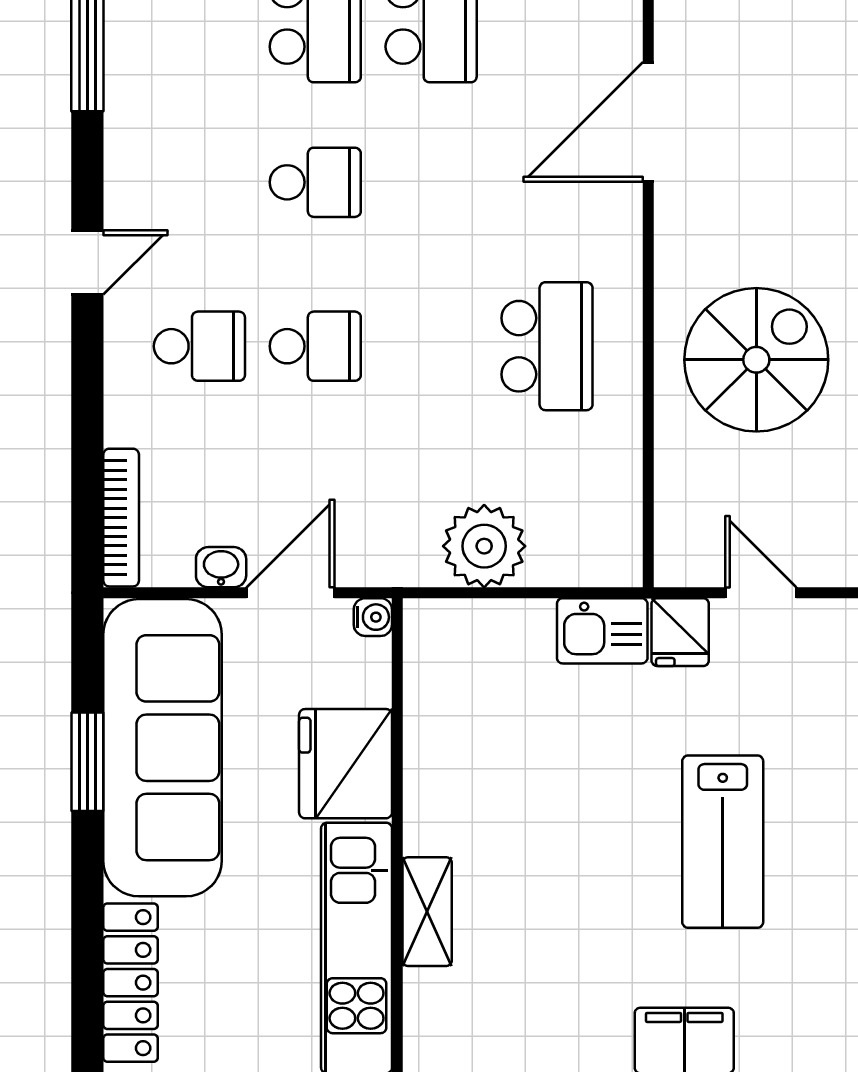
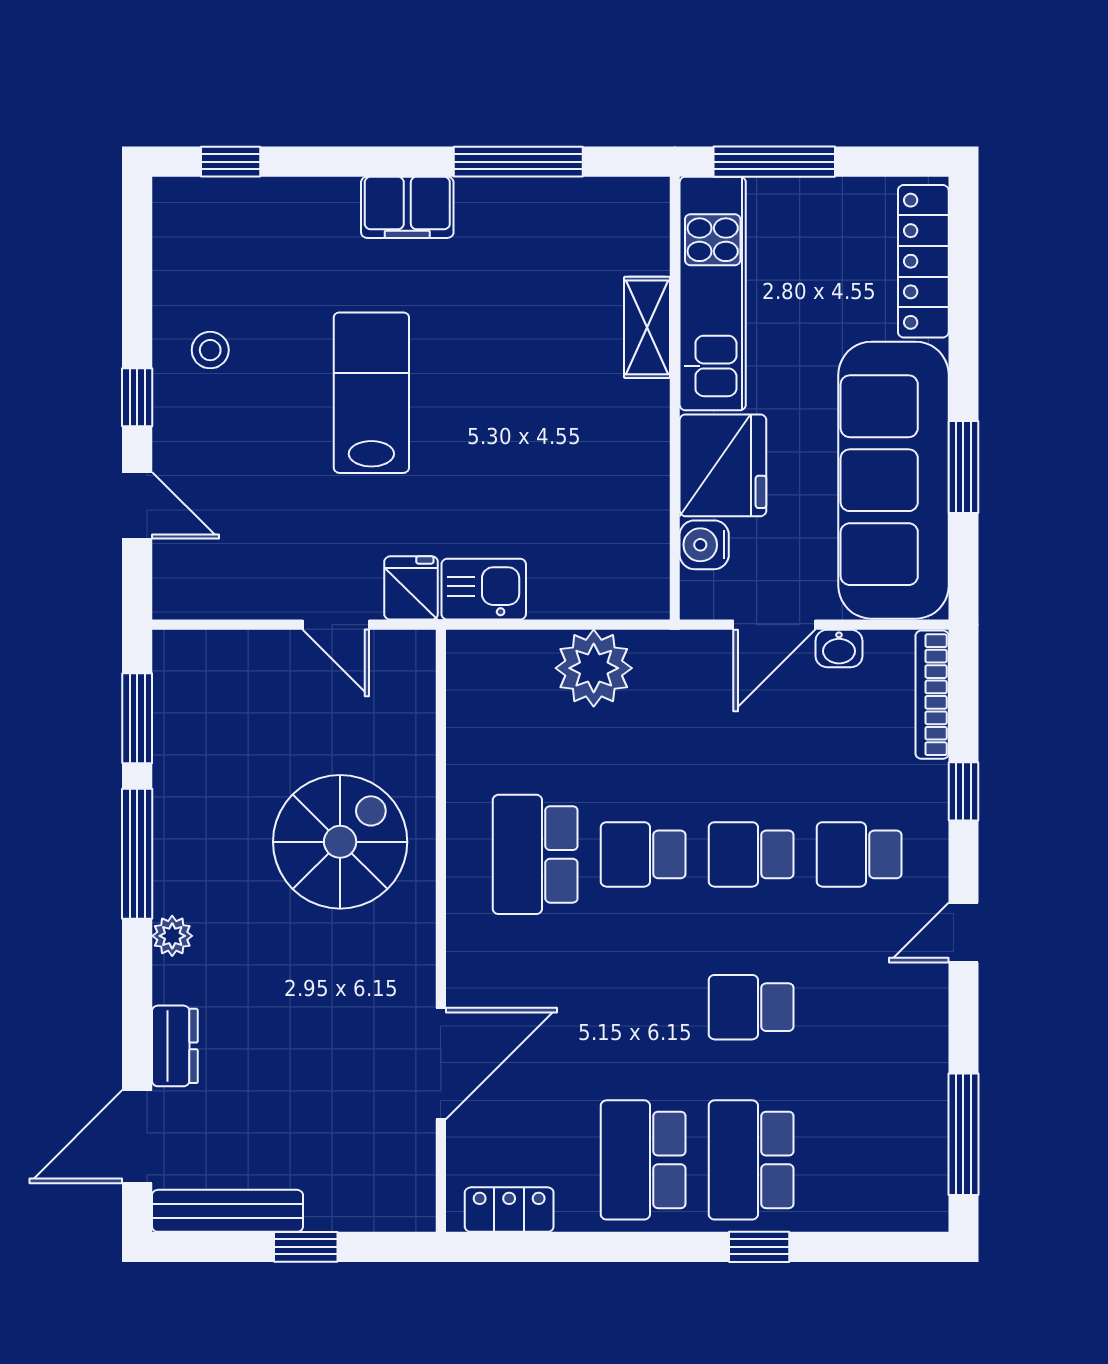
school desk: (431, 346) -> (643, 854), added
spiral stairs: (756, 360) -> (340, 842), turned 180
window: (87, 414) -> (963, 791), added
water cooler: (373, 617) -> (704, 545), moved, width x1.38, depth x1.38

